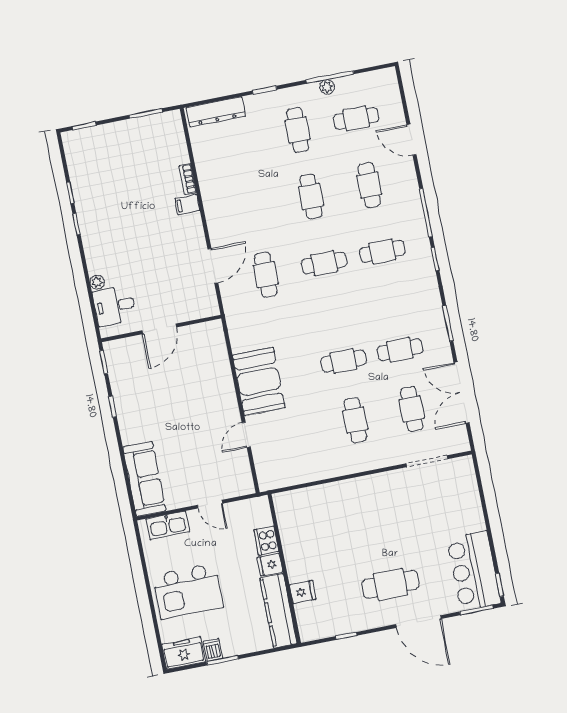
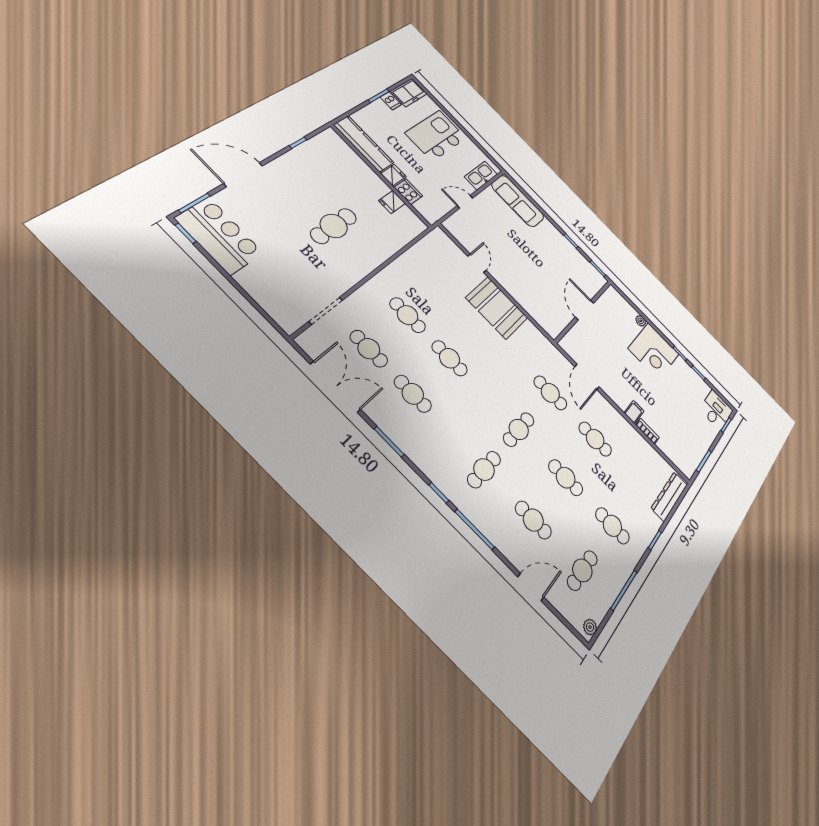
plant: (327, 87) -> (590, 627), moved
cafe table: (253, 208) -> (595, 439), added
corner desk: (109, 245) -> (654, 351), added
desk: (114, 306) -> (716, 410), moved
cafe table: (400, 350) -> (413, 394), turned 90
cafe table: (343, 361) -> (450, 358), turned 90
cafe table: (390, 584) -> (334, 226), moved
fridge: (303, 592) -> (392, 202), moved

